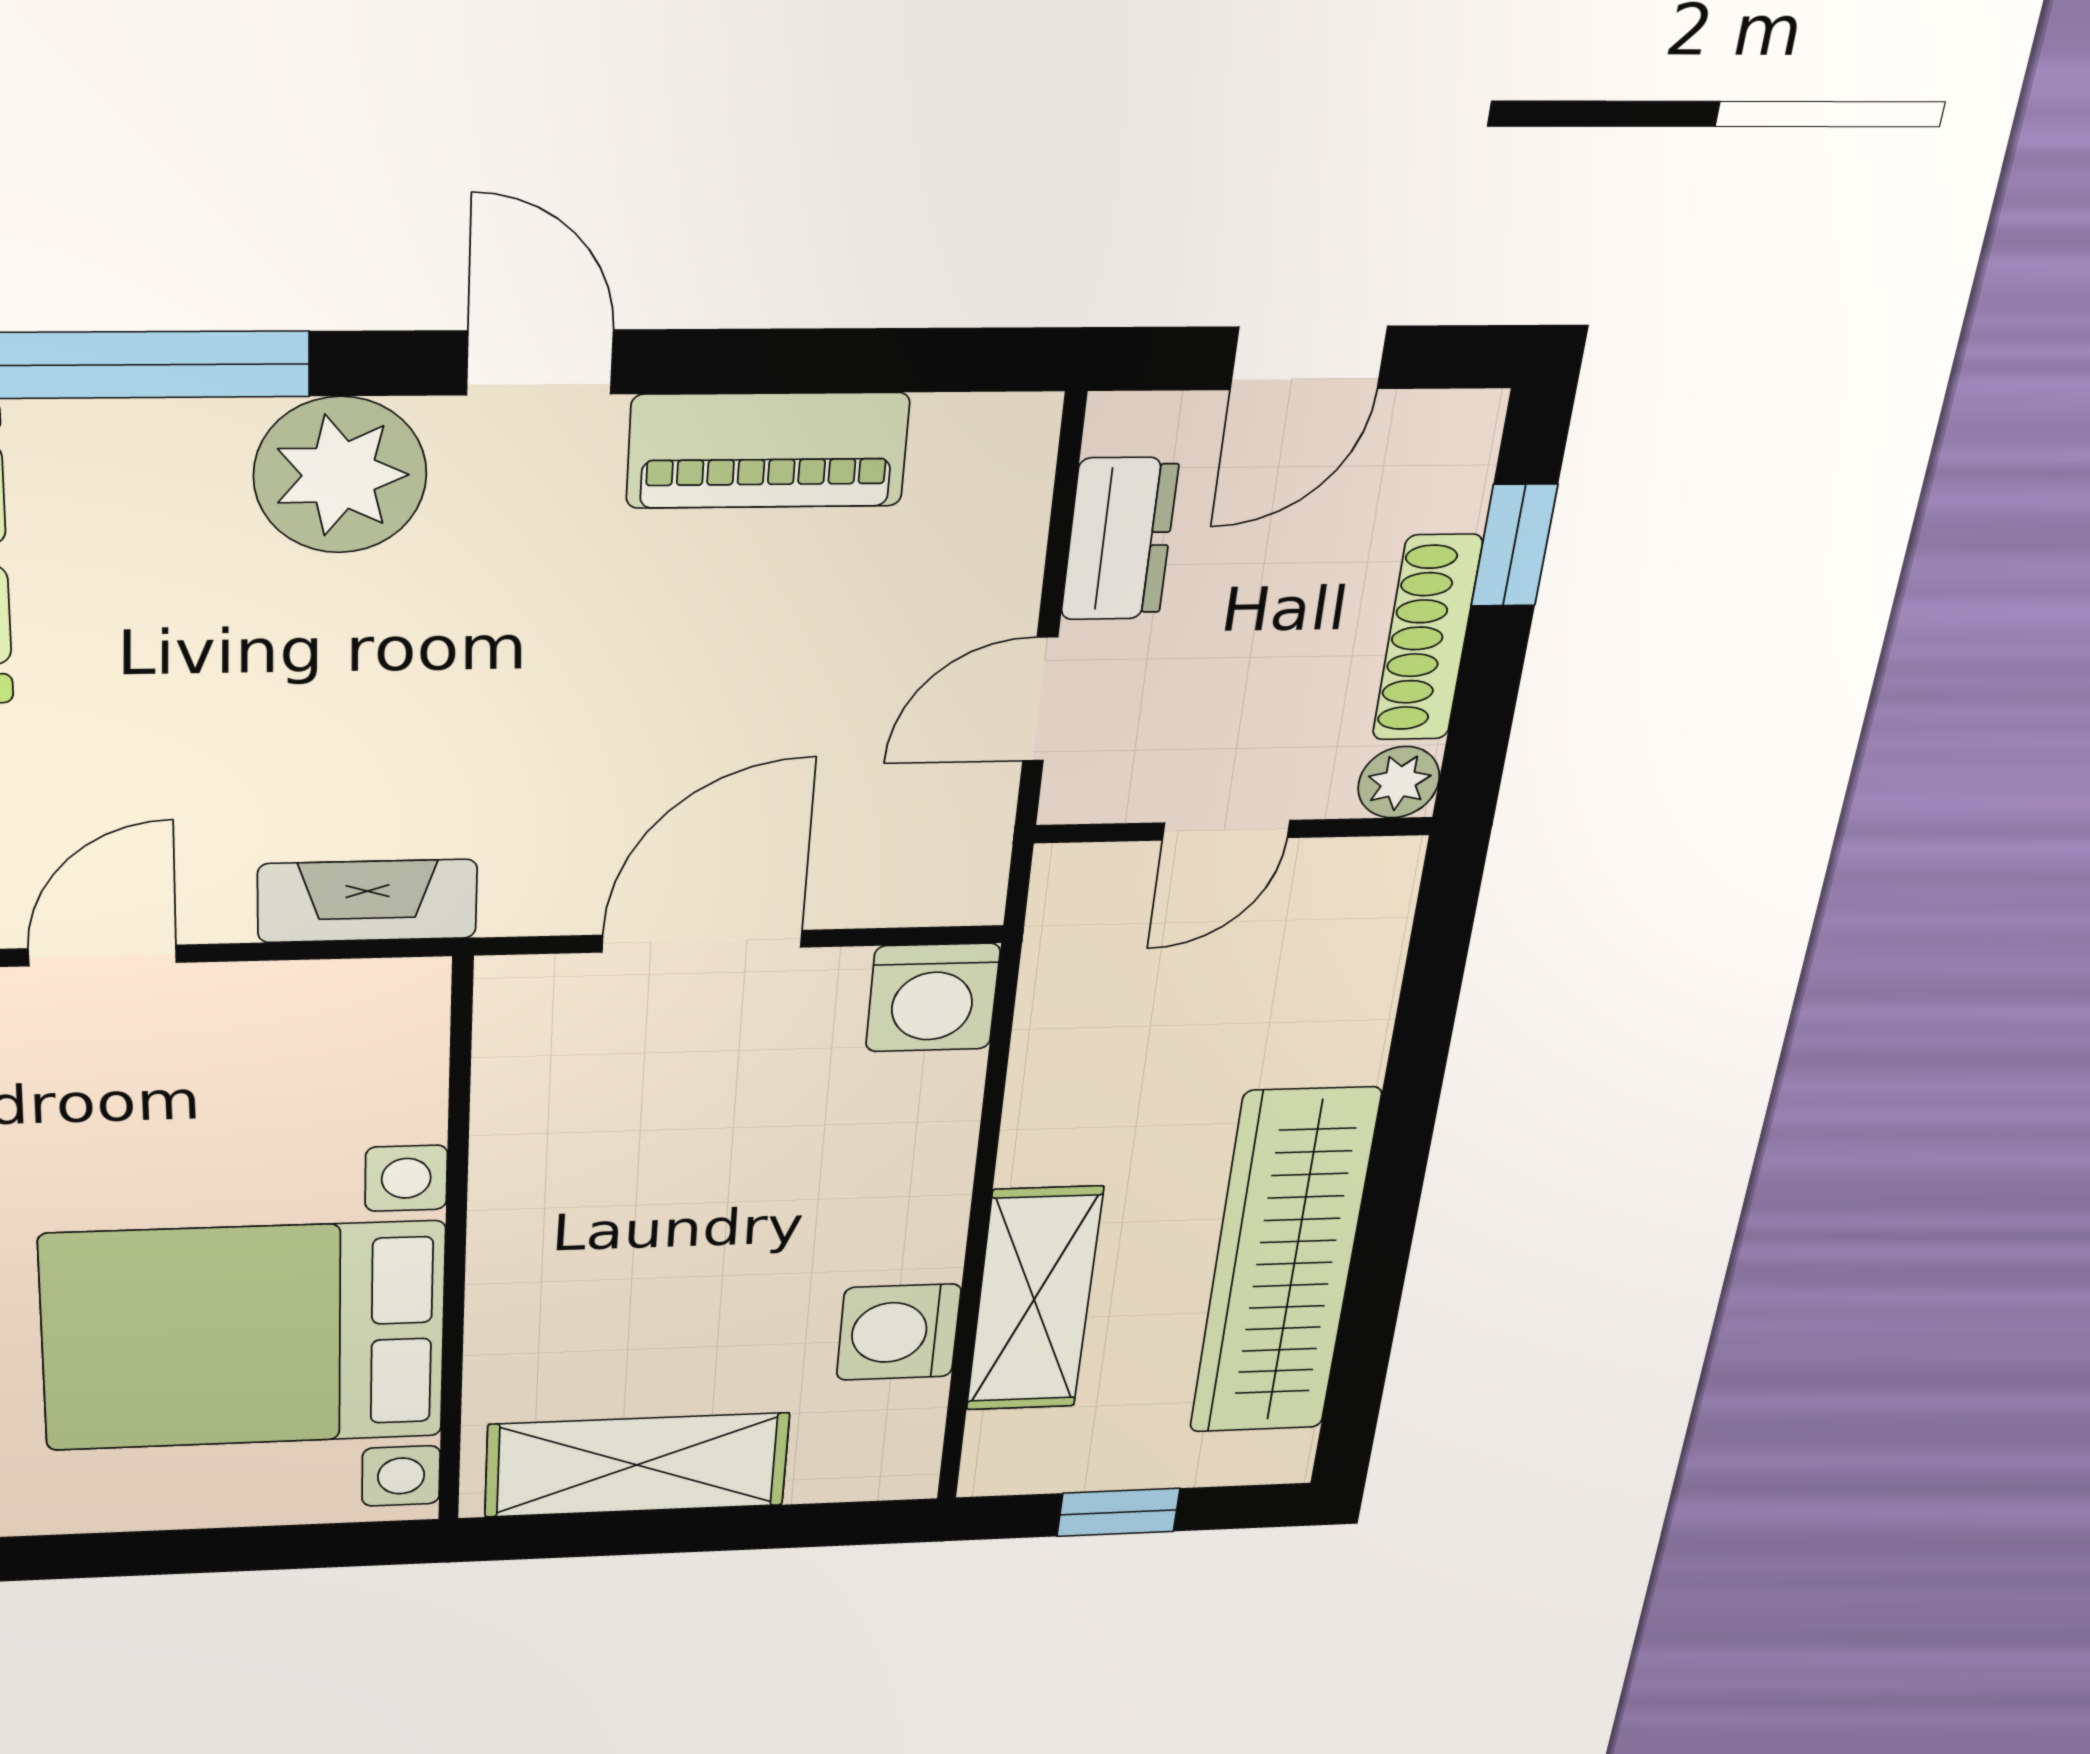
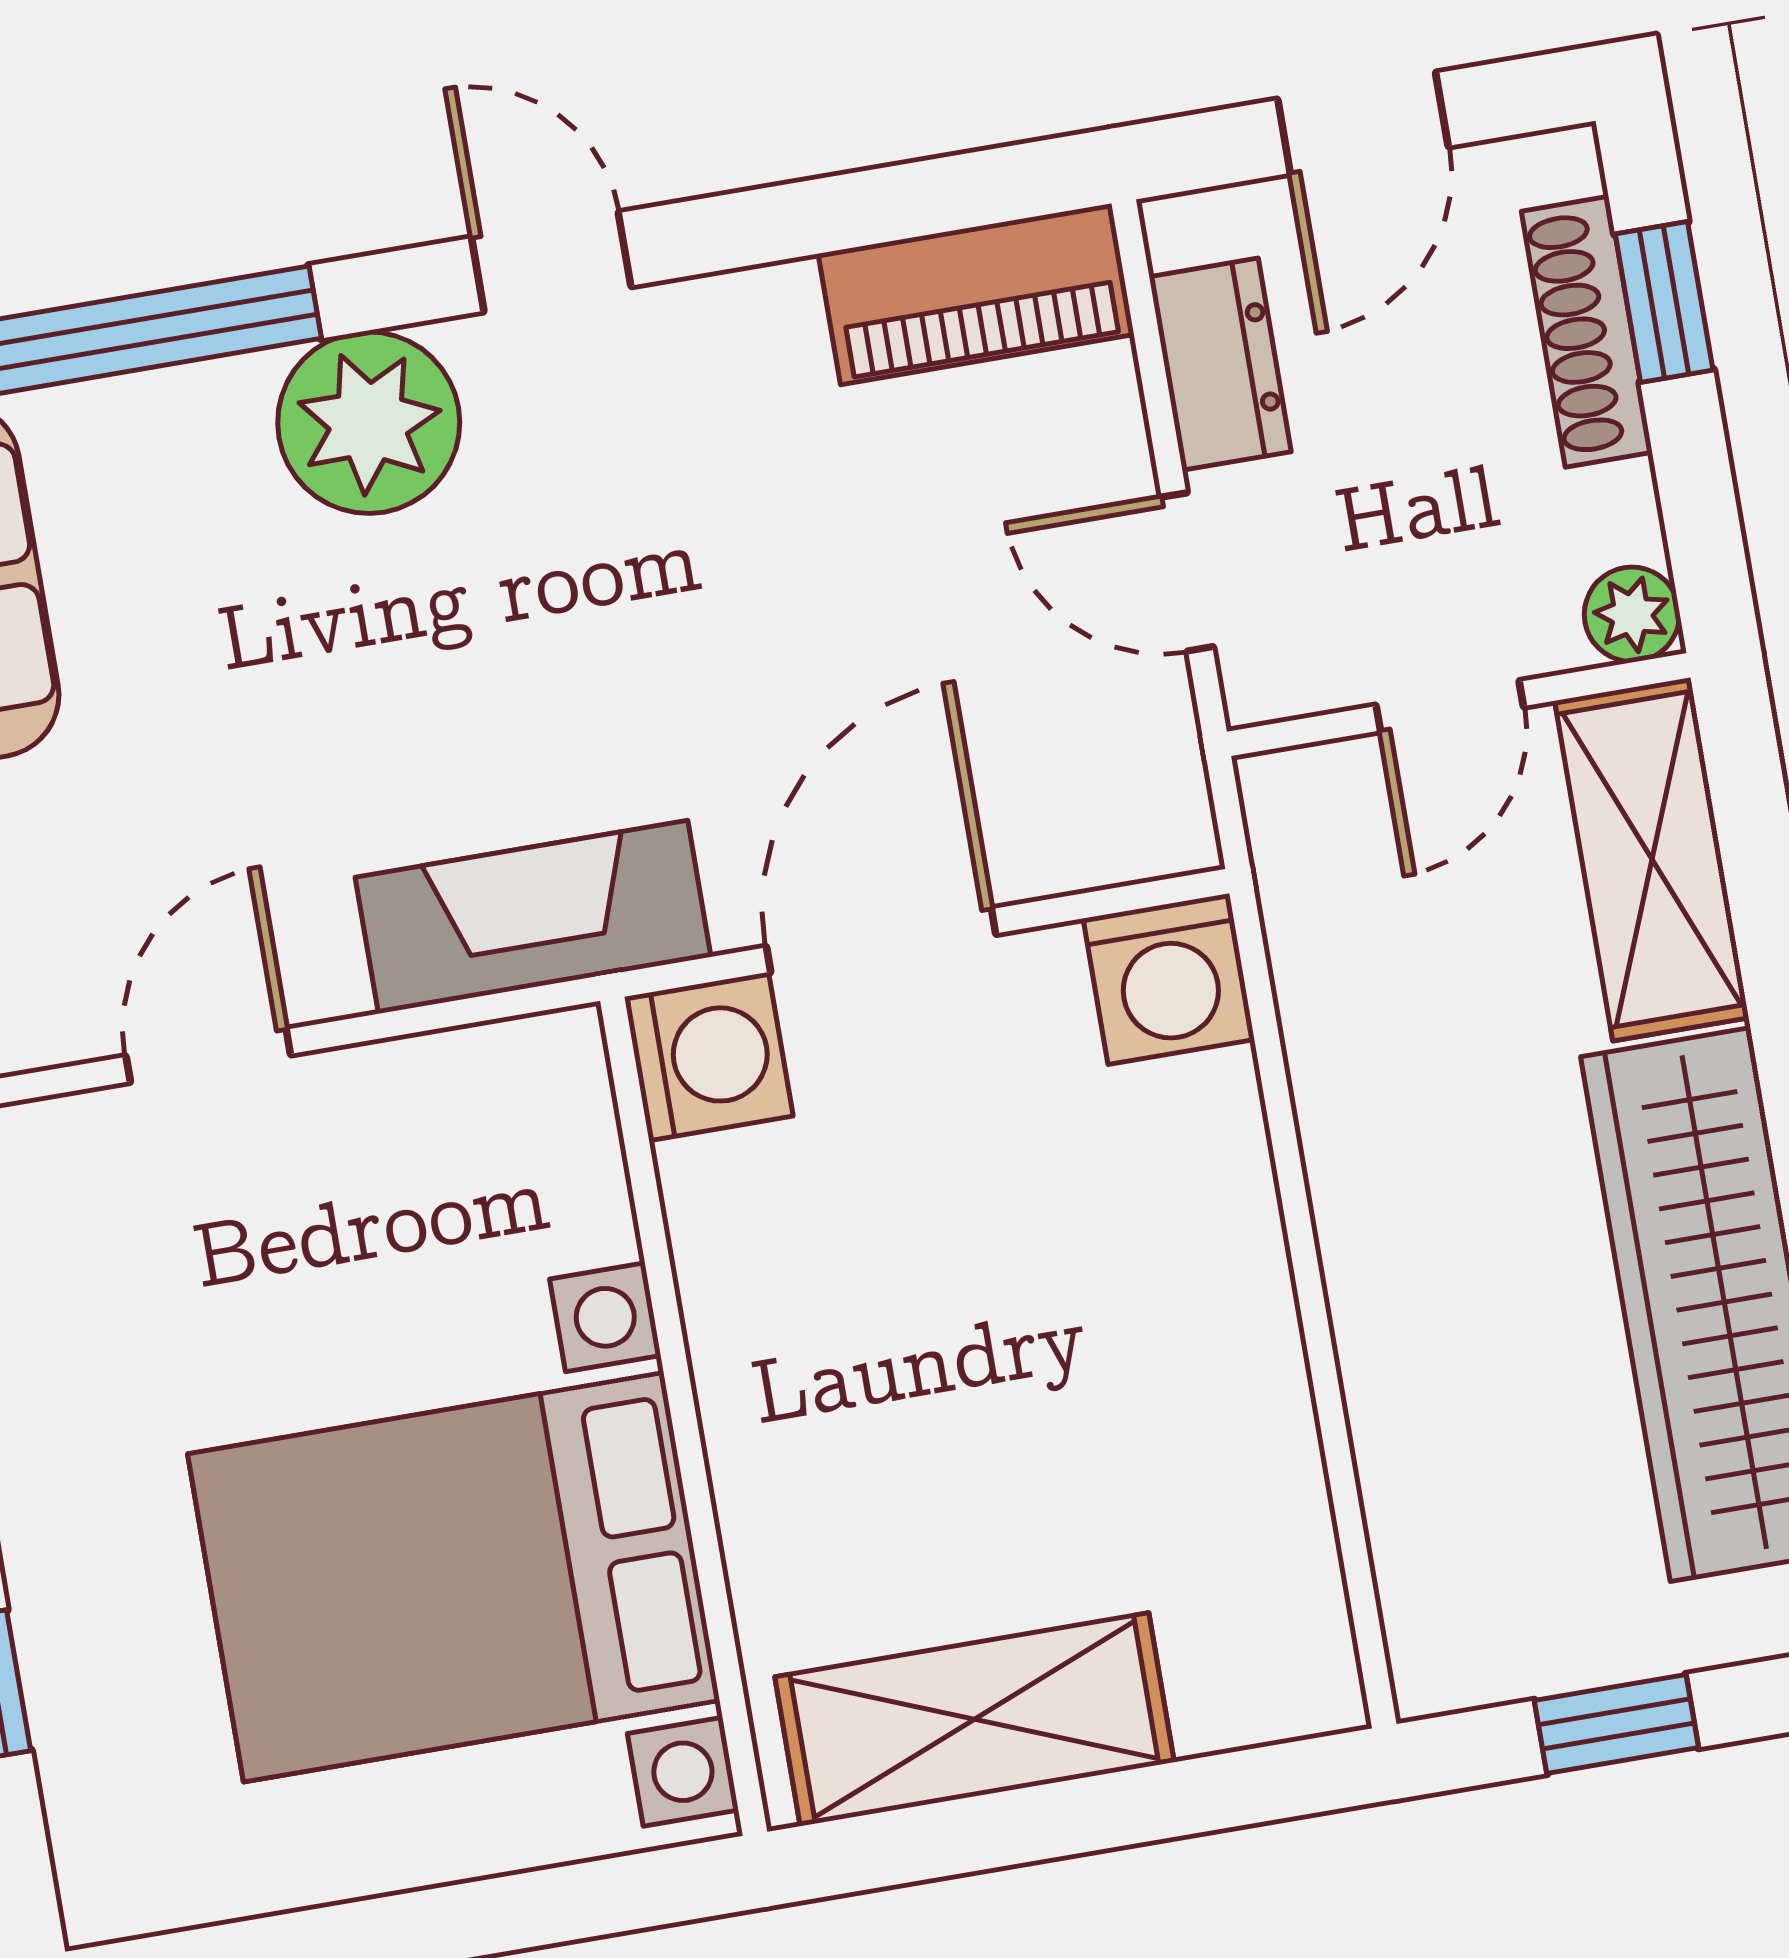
piano: (768, 451) -> (976, 294), moved
shoe rack: (1427, 638) -> (1587, 332), moved
door: (1040, 699) -> (1187, 572), hinge flipped
fireplace: (367, 901) -> (533, 917), width x1.37, depth x1.32
shelving: (1034, 1300) -> (1652, 859), moved
washing machine: (899, 1332) -> (709, 1056), moved, turned 180

